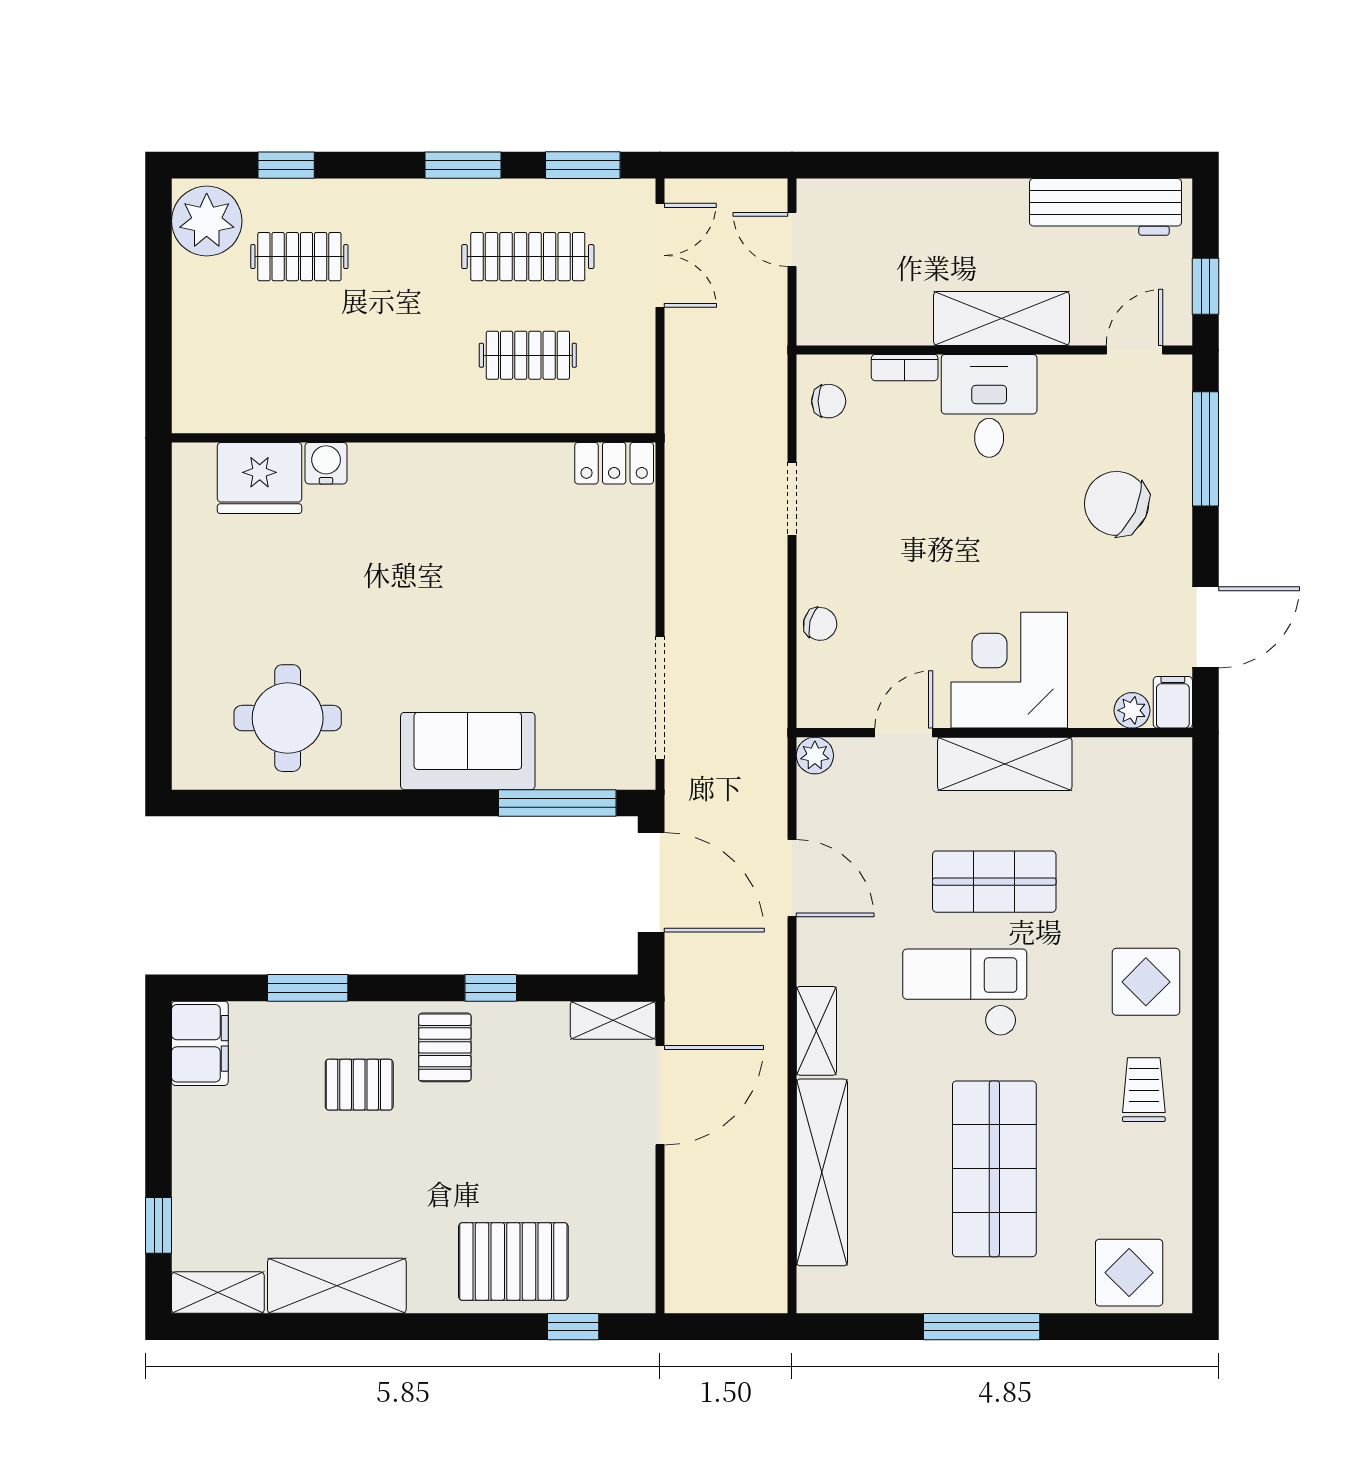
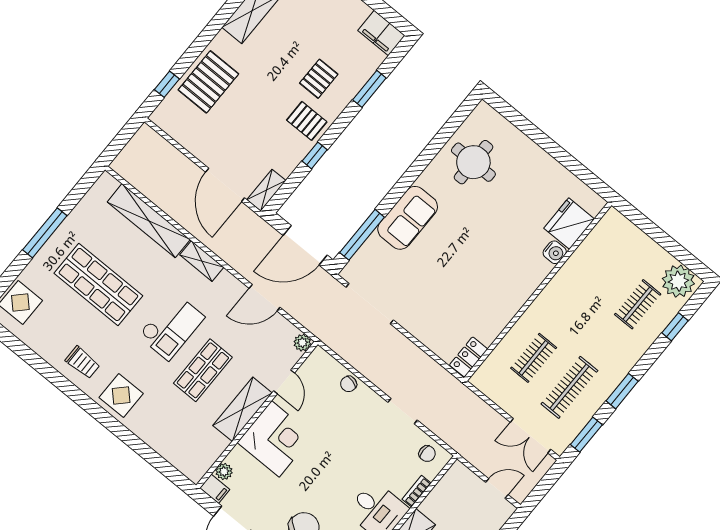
chair: (829, 401) -> (427, 454), turned -90

